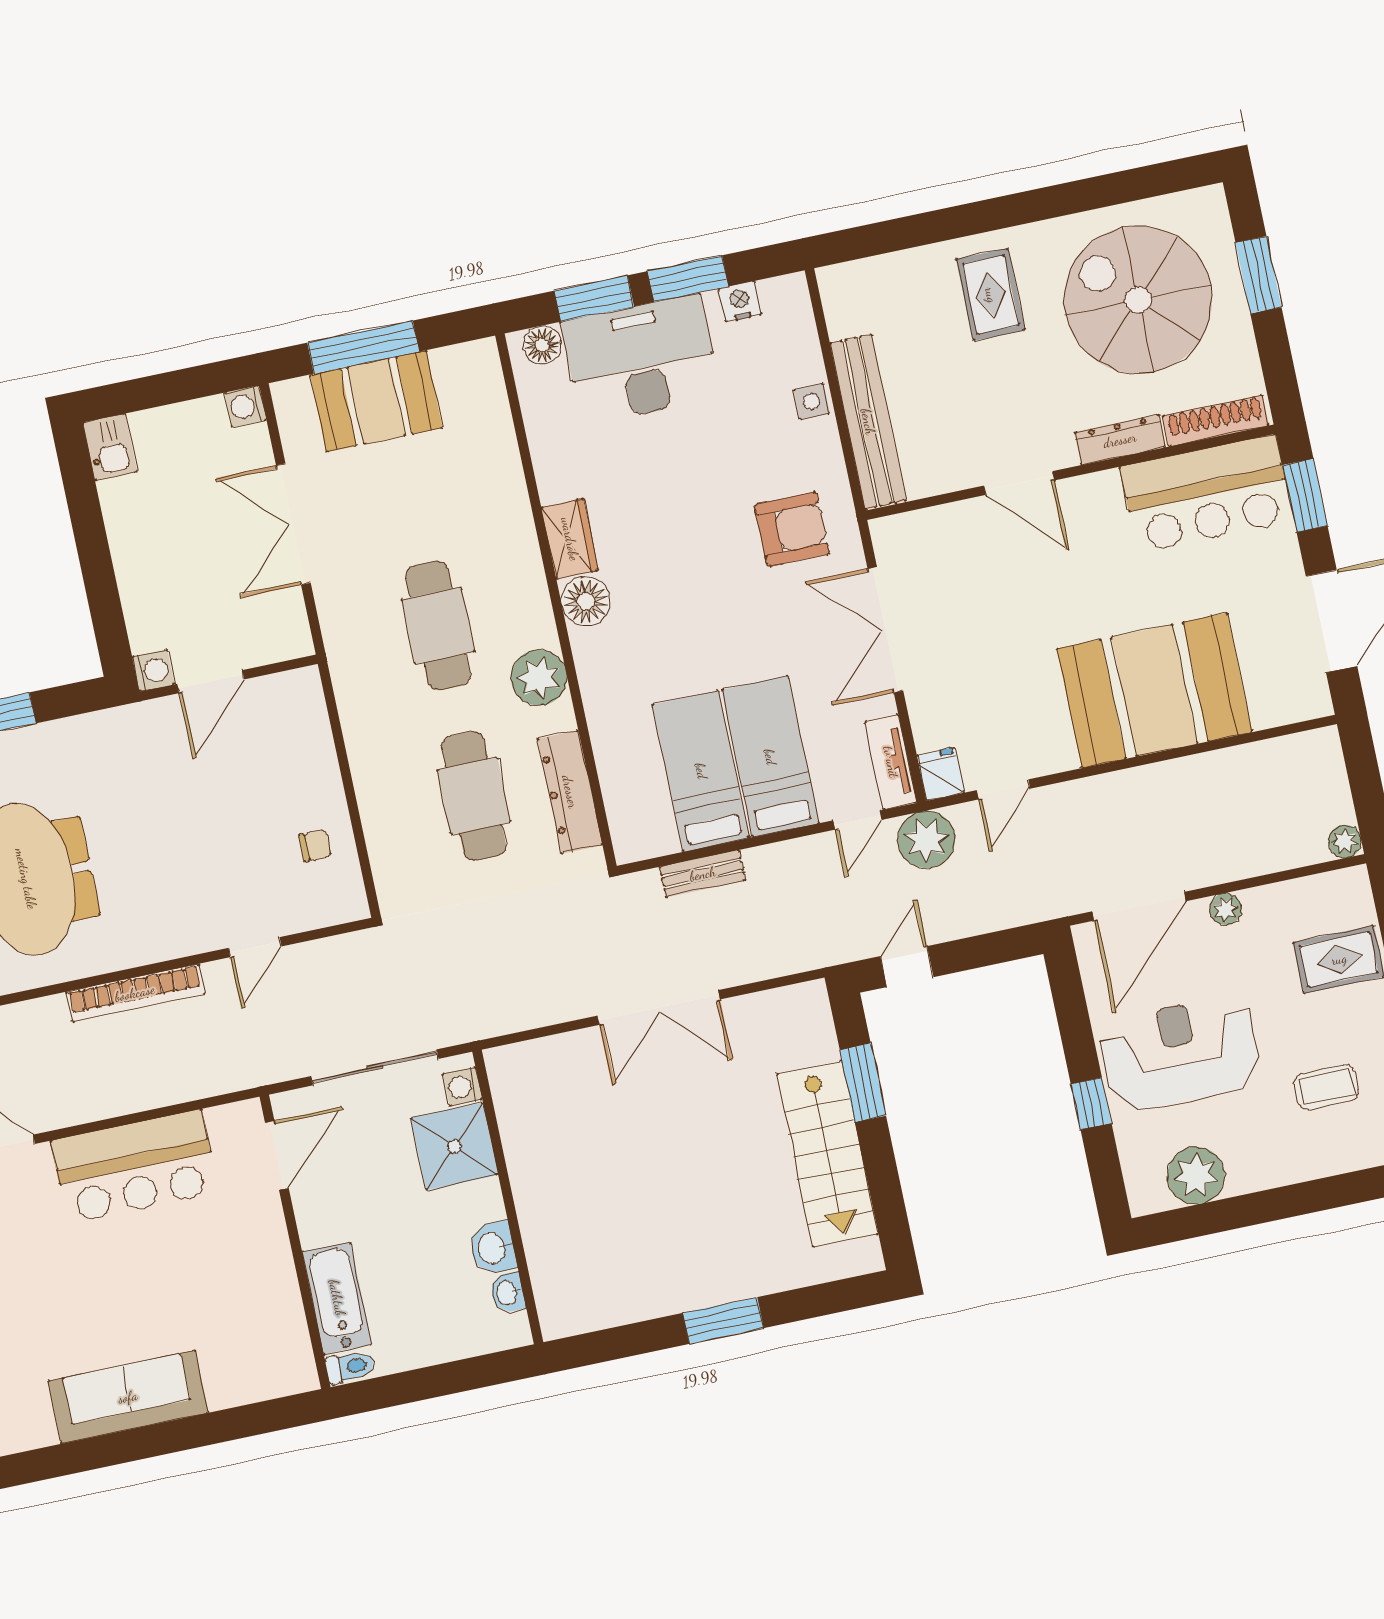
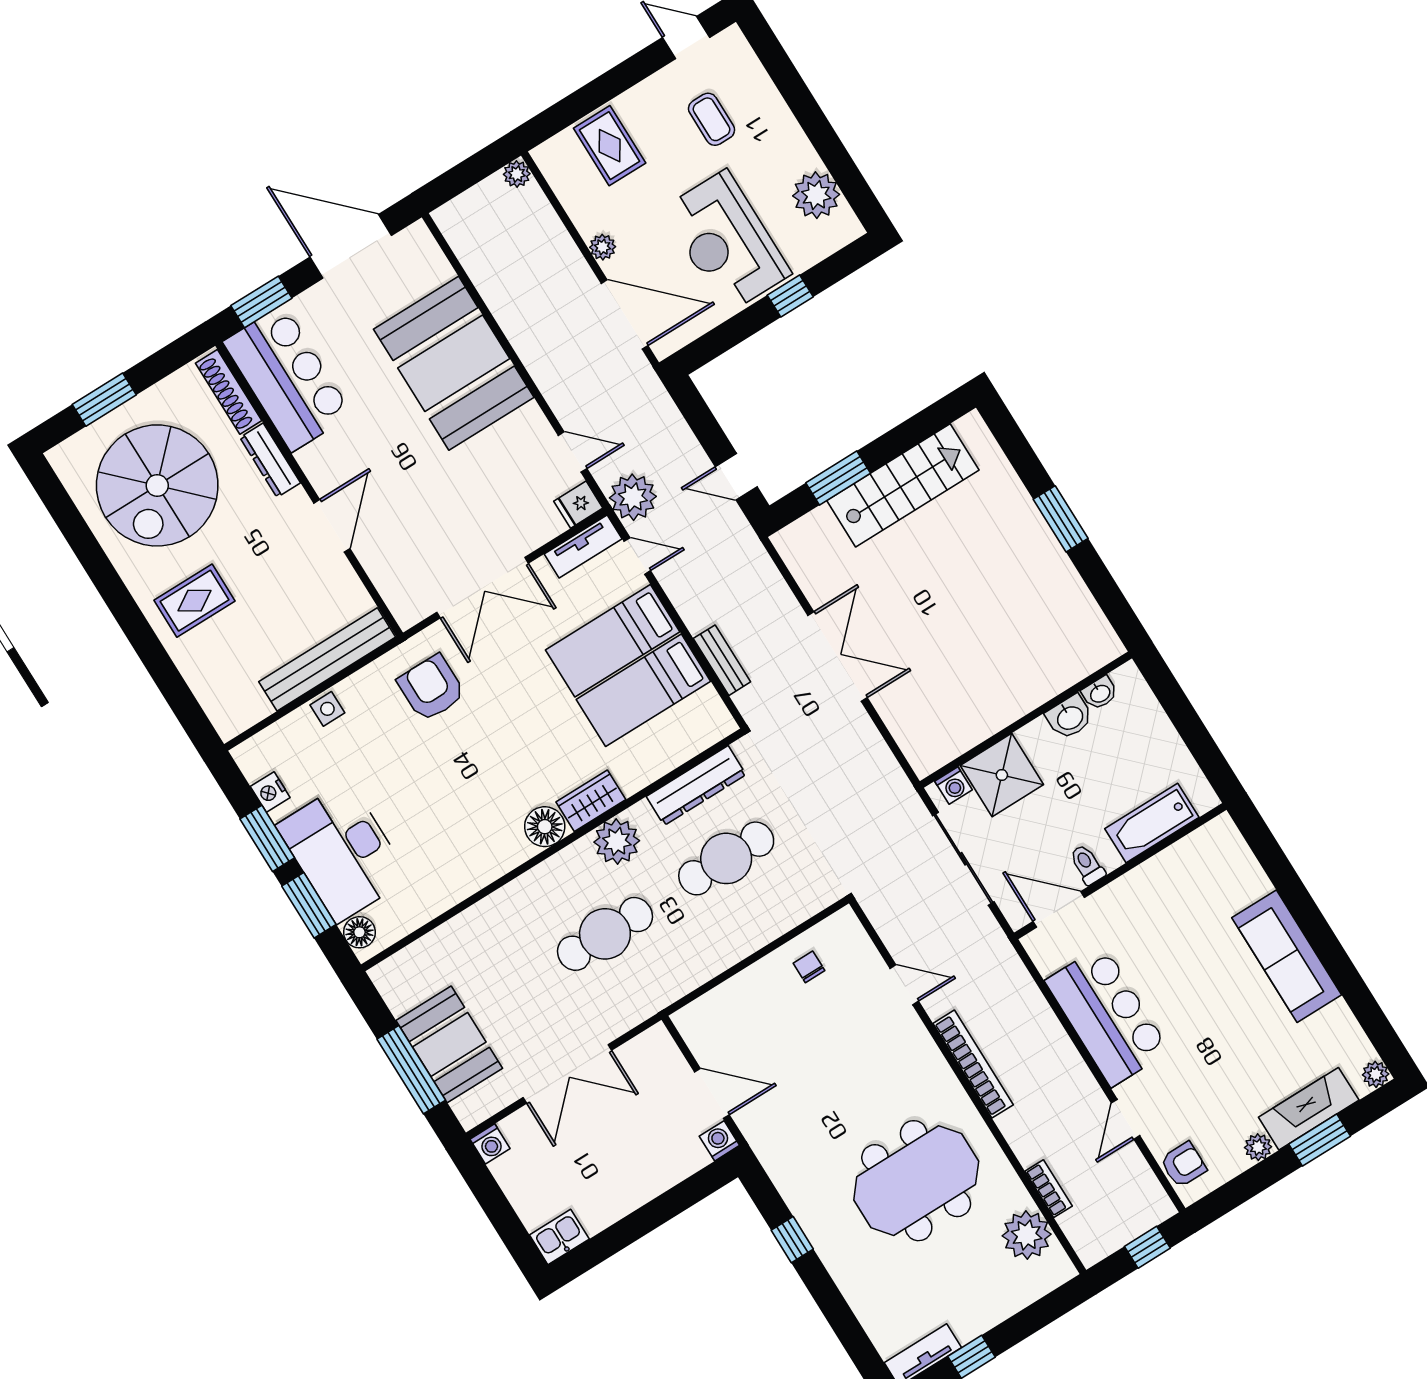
wardrobe: (570, 539) -> (591, 801), moved
toilet: (350, 1367) -> (1087, 865), moved

